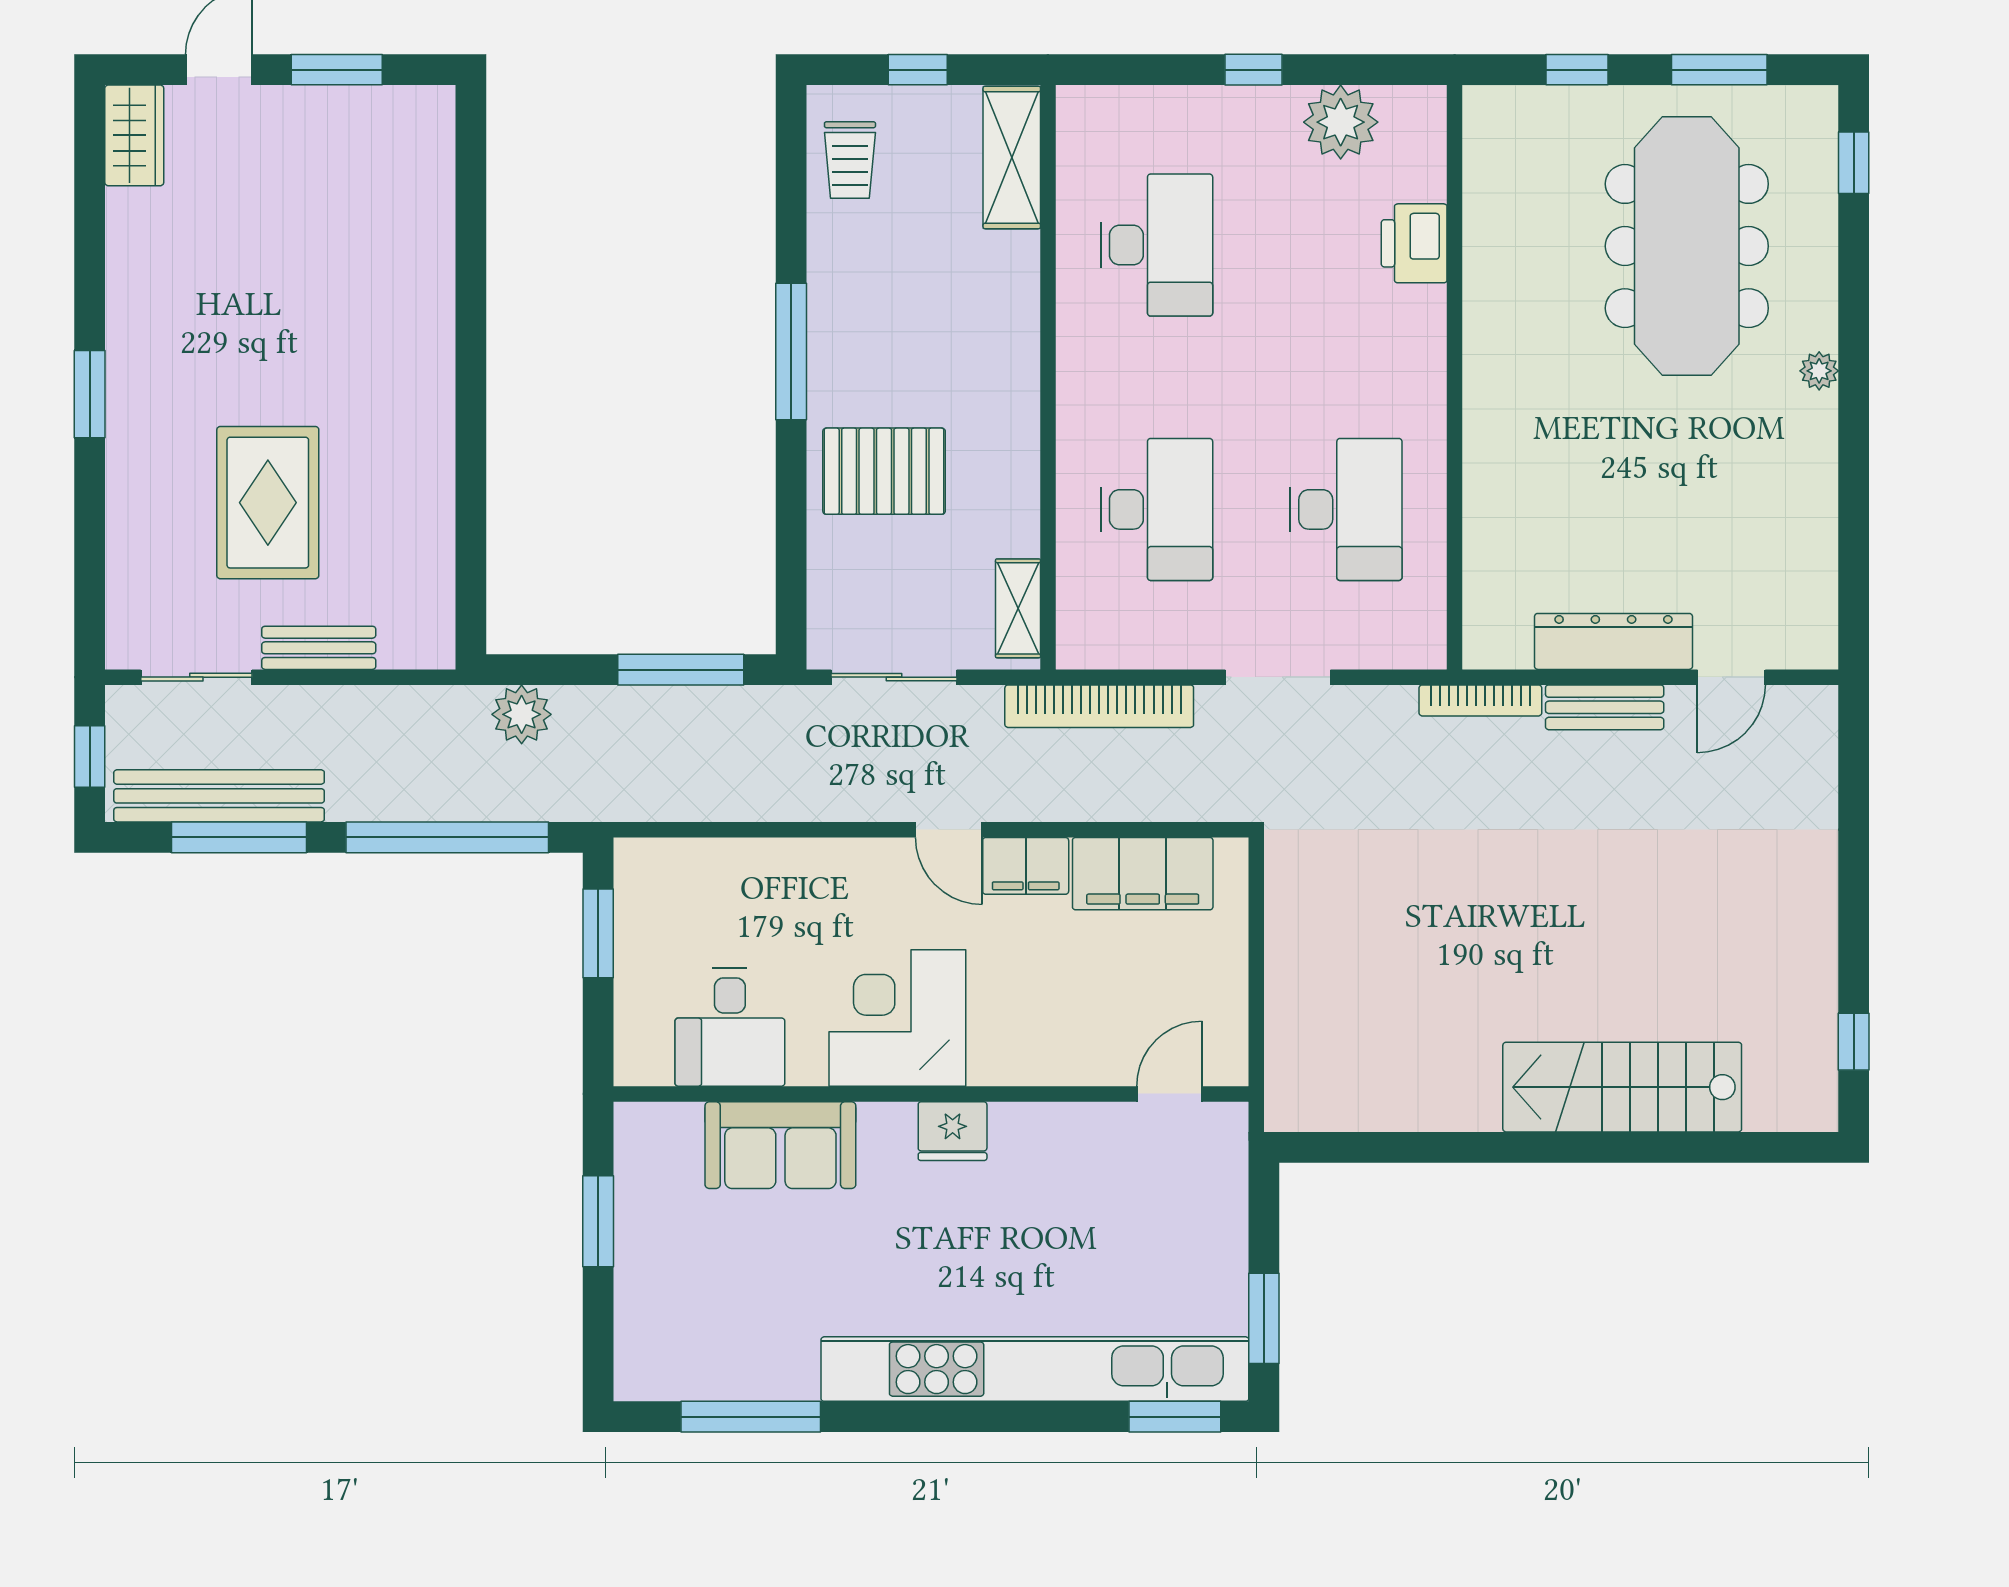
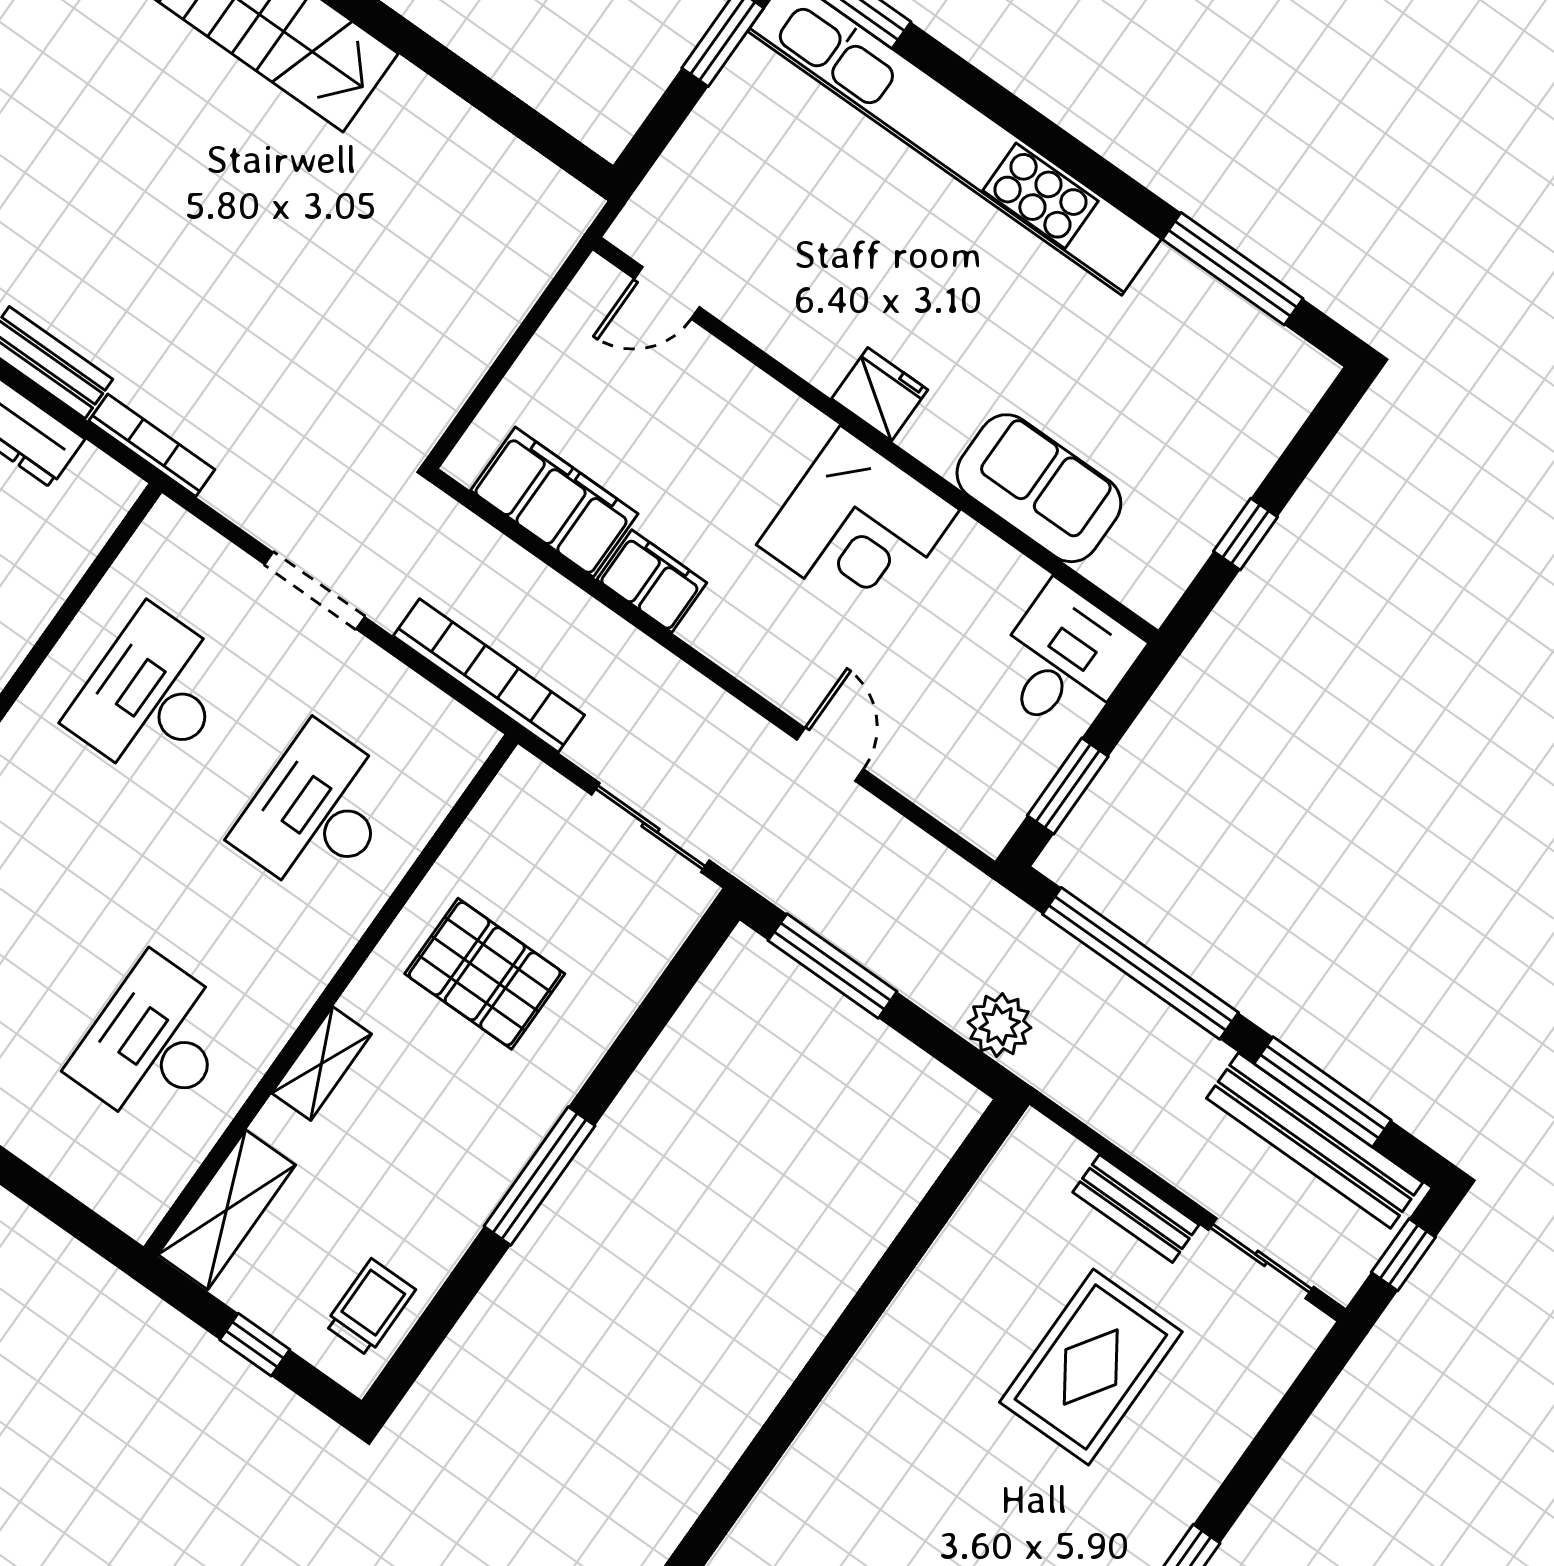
pallet: (884, 471) -> (485, 974), moved
shelving: (1018, 608) -> (322, 1064), moved
door: (949, 830) -> (830, 754), moved
desk: (730, 1027) -> (1065, 661), moved
window: (598, 1221) -> (1245, 534), width x0.67

